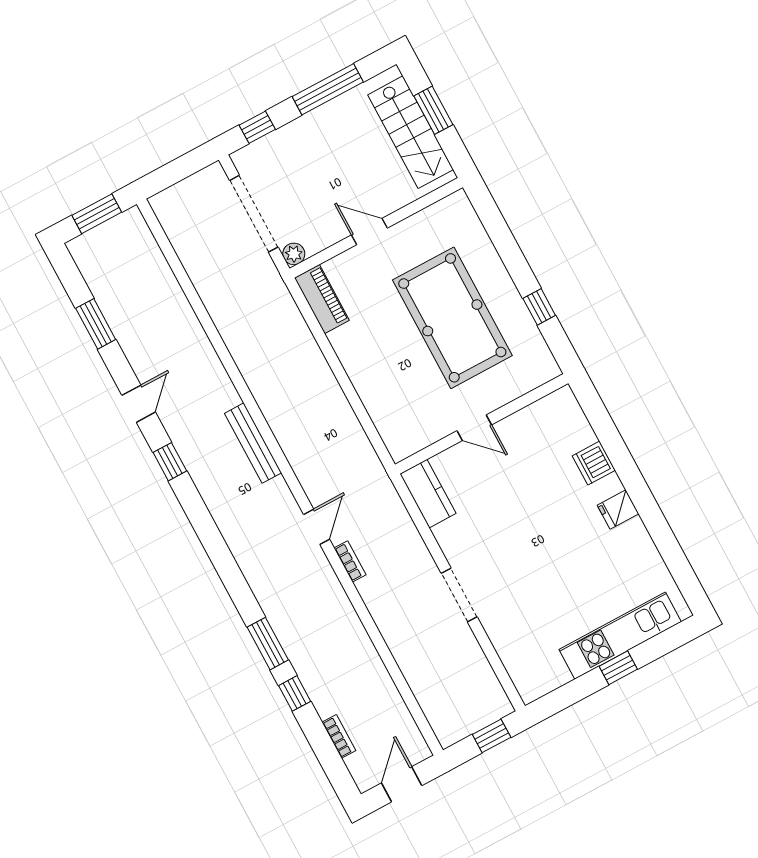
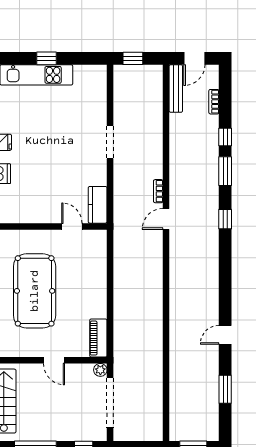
door: (474, 428) -> (72, 226), moved
bench: (253, 443) -> (176, 89), moved
window: (170, 462) -> (225, 219), moved

